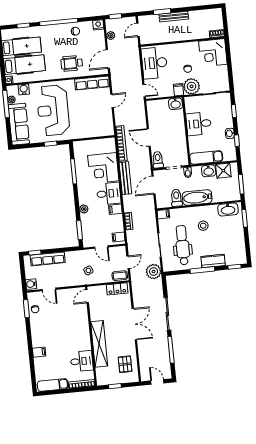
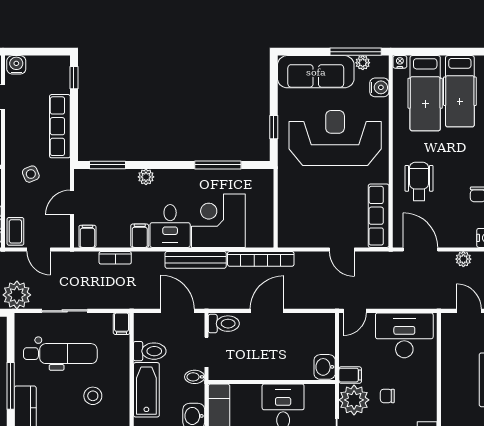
row of seats: (48, 259) -> (60, 126), moved

